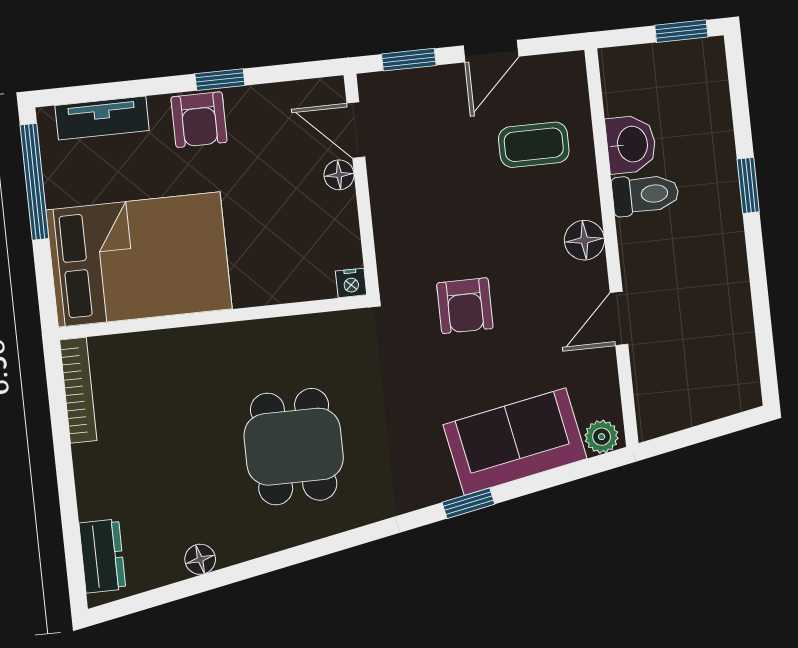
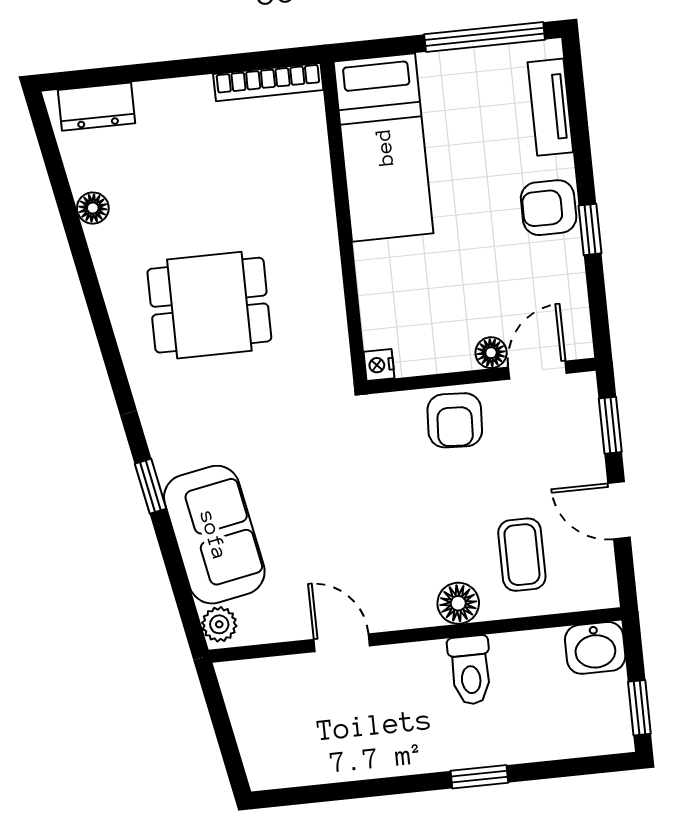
washbasin: (631, 144) -> (595, 648), moved
floor lamp: (584, 240) -> (458, 603), moved
bed: (139, 259) -> (384, 147), width x0.67
armchair: (465, 306) -> (455, 420), moved, turned -87

